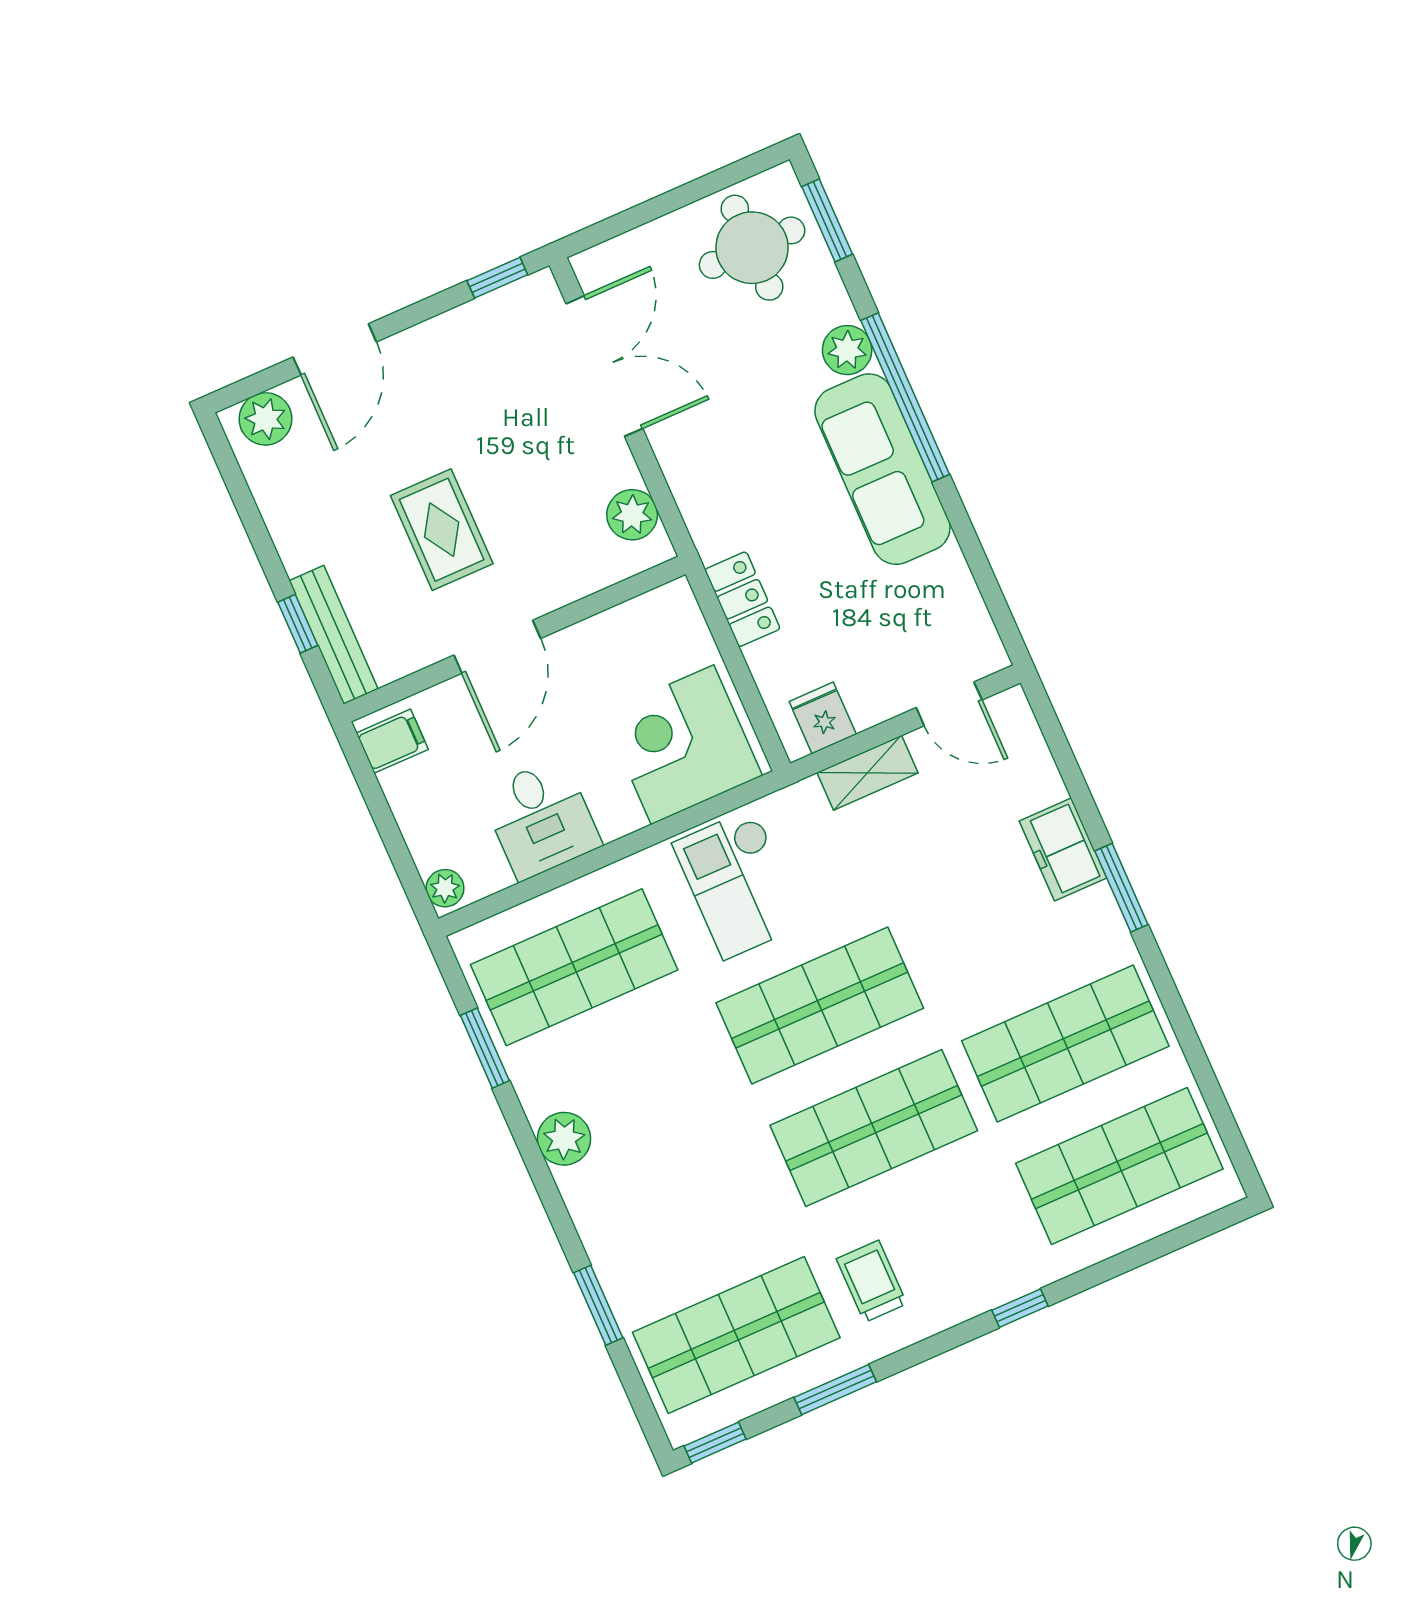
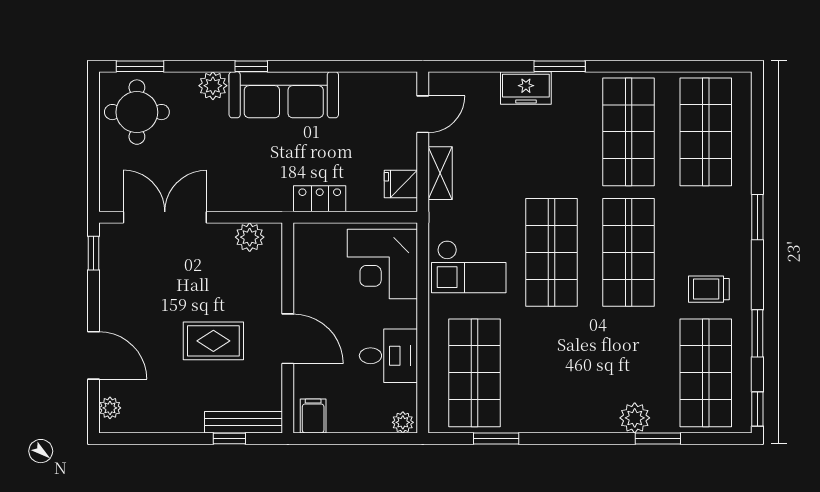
window: (905, 397) -> (251, 66), width x0.32
plant: (265, 419) -> (110, 408), width x0.73, depth x0.73
plant: (564, 1139) -> (635, 418), moved
window: (1020, 1308) -> (757, 217), width x1.50

